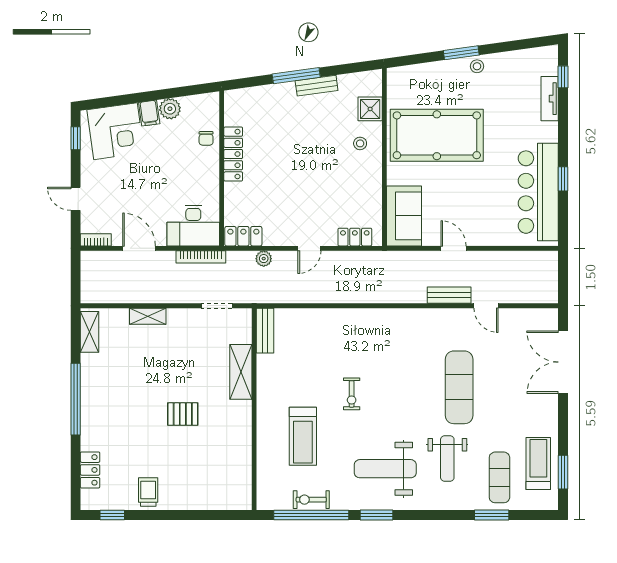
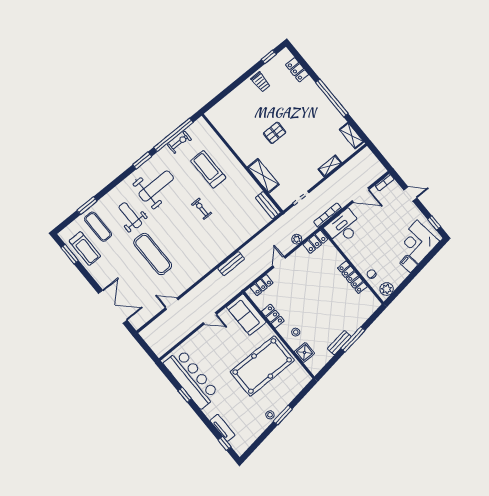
plant: (170, 109) -> (387, 289), moved
locker: (373, 187) -> (273, 316), added
bench: (449, 295) -> (231, 264), moved

